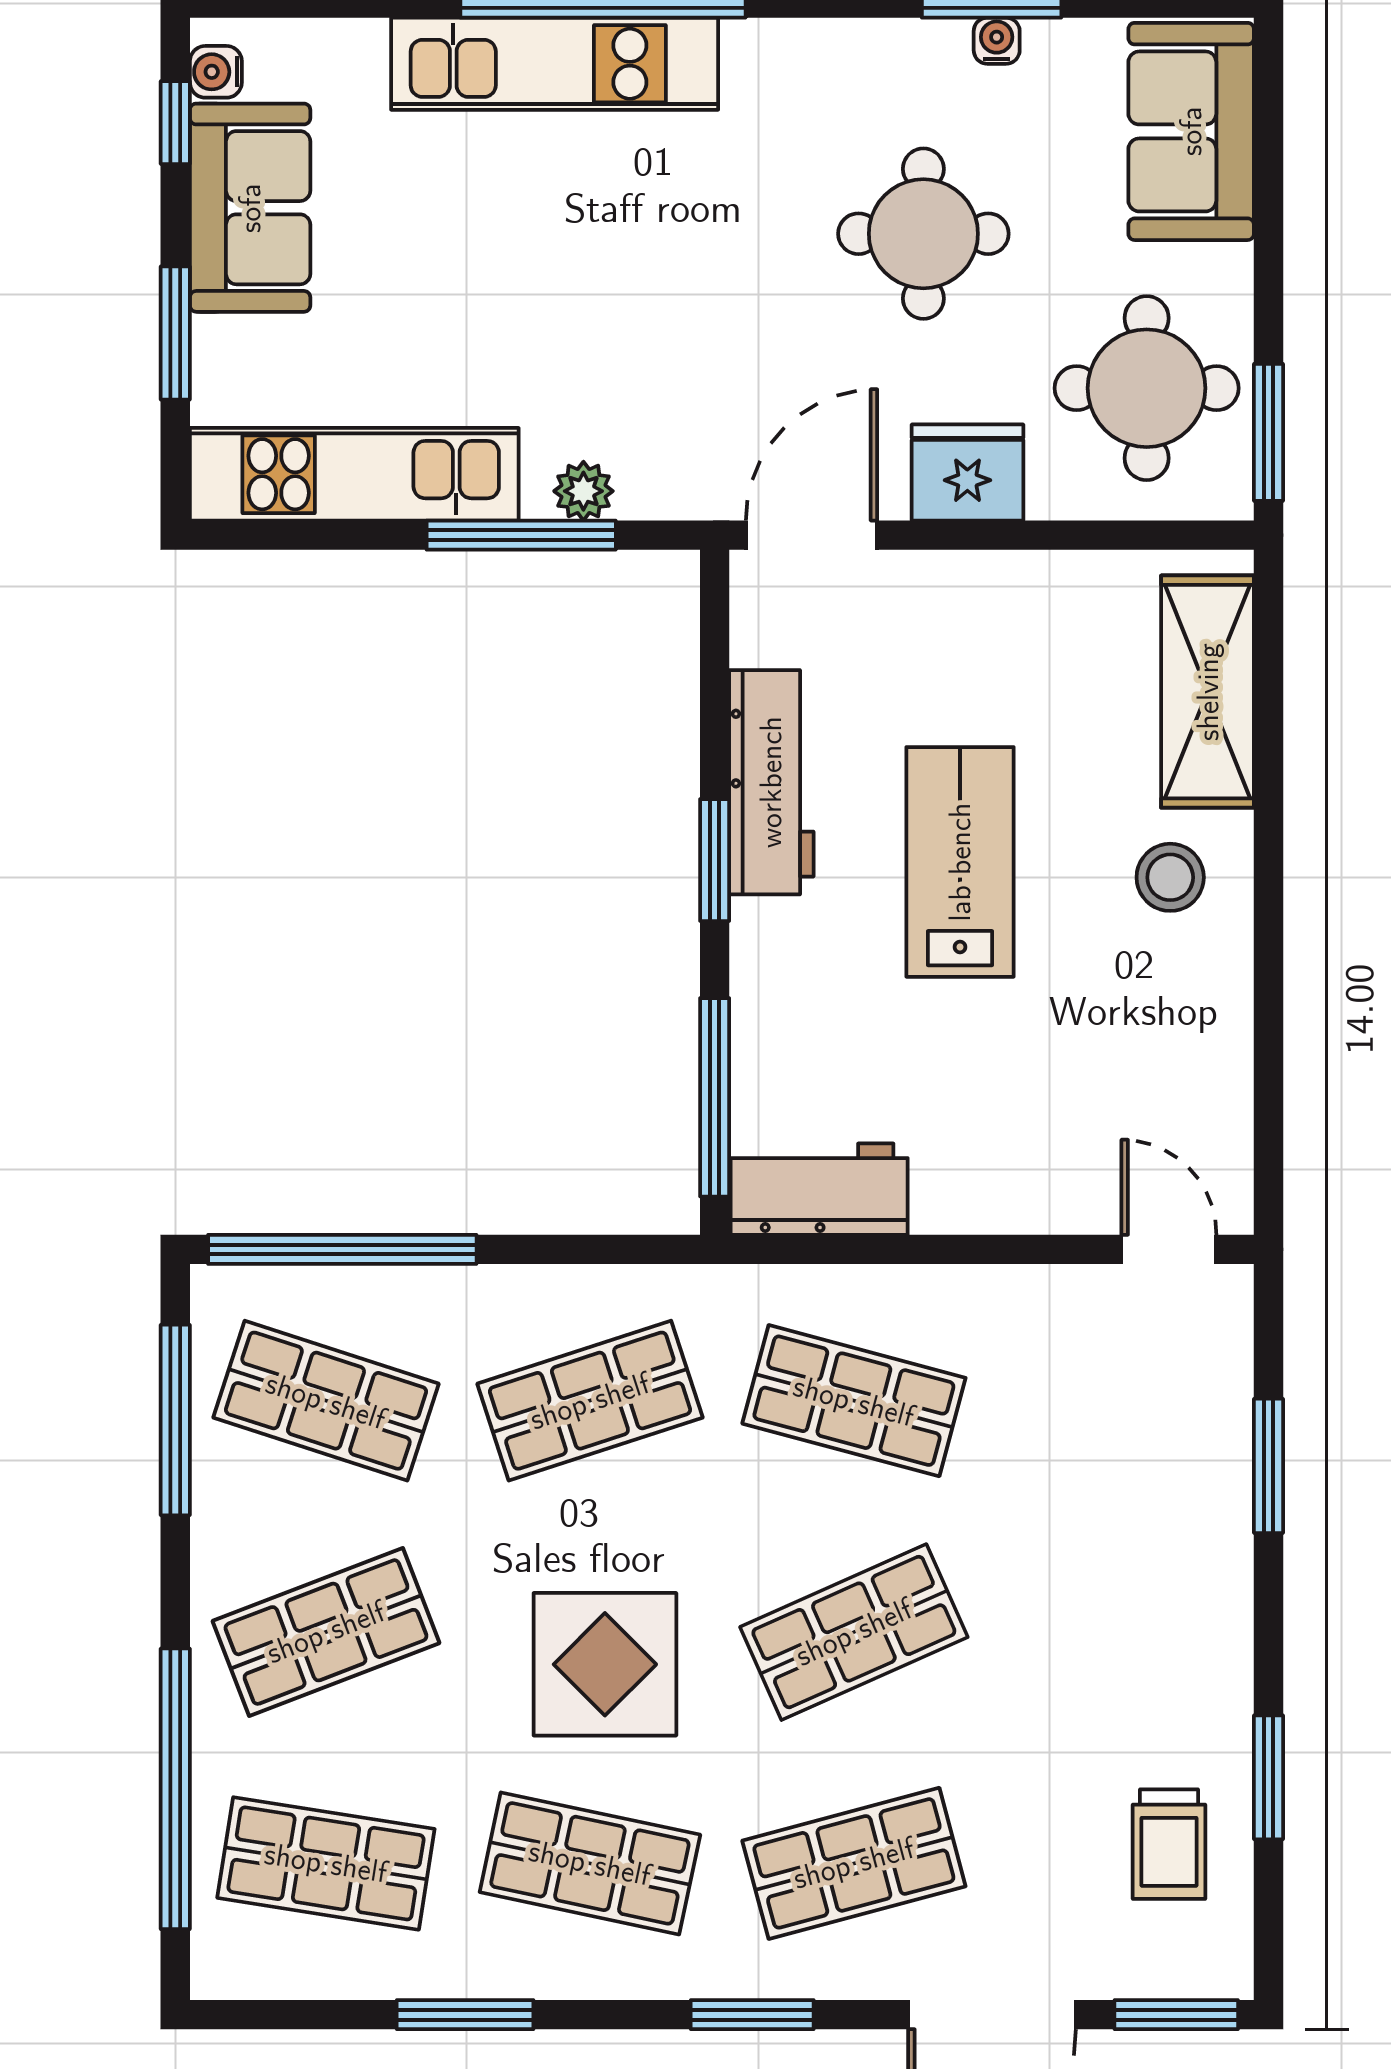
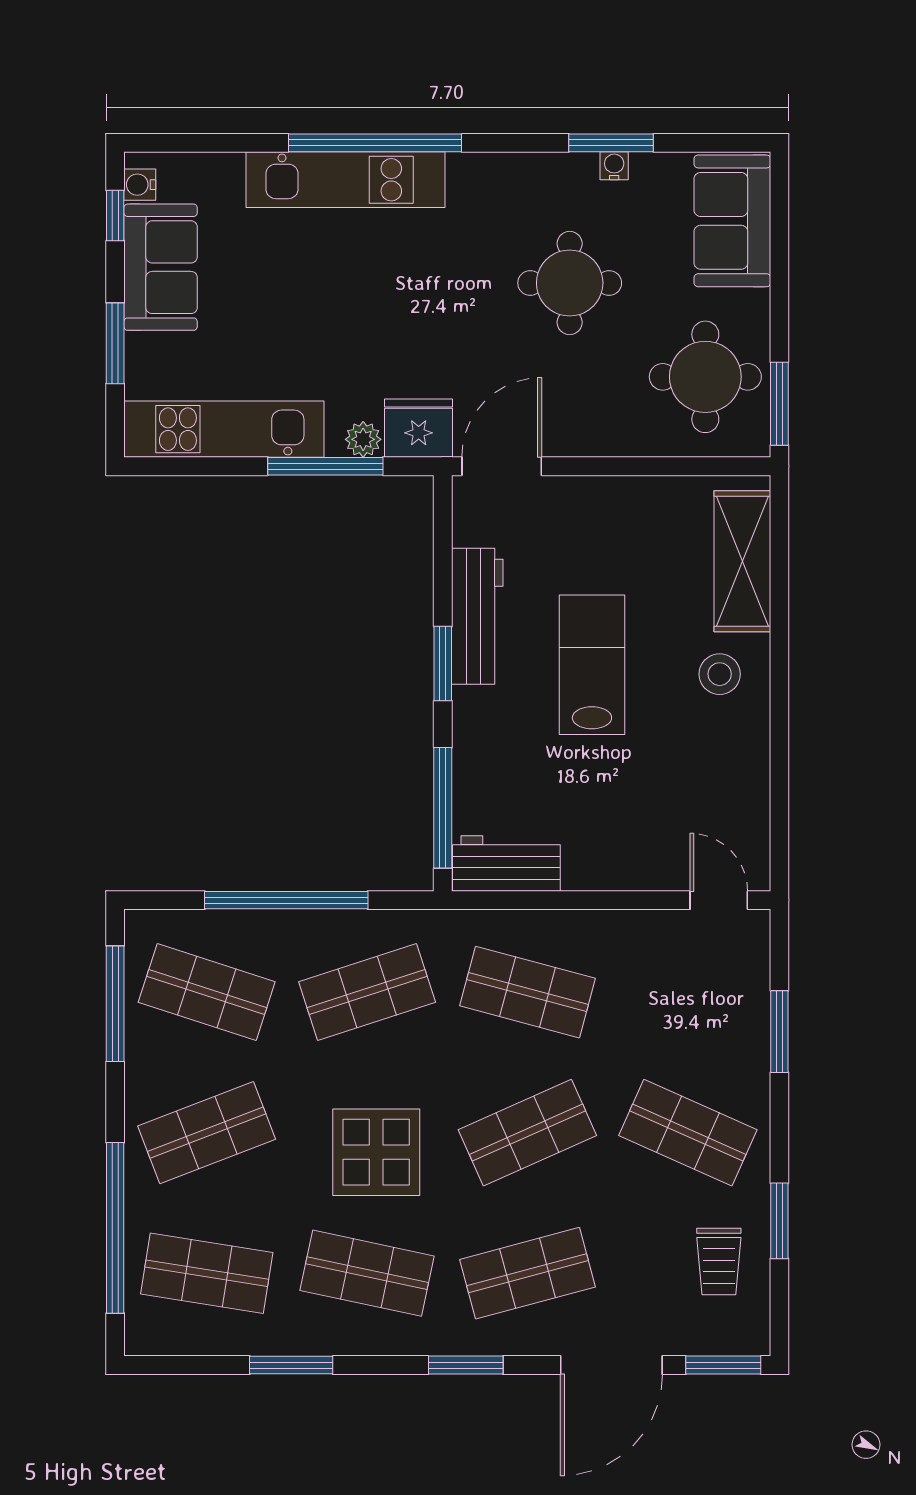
fridge: (967, 473) -> (419, 428), moved
window: (342, 1249) -> (286, 900), moved
shop shelf: (1118, 1632) -> (688, 1133), added

